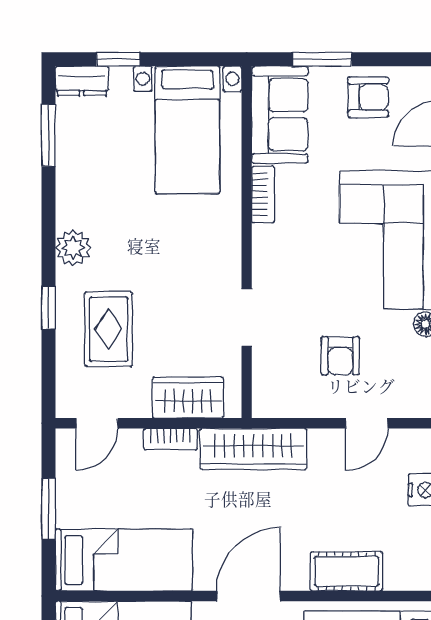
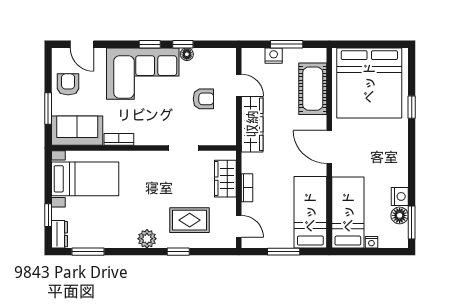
wardrobe: (253, 449) -> (252, 124), moved
cot: (347, 571) -> (313, 89), width x1.37, depth x1.34

